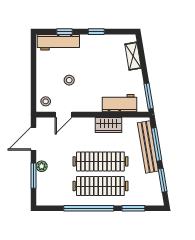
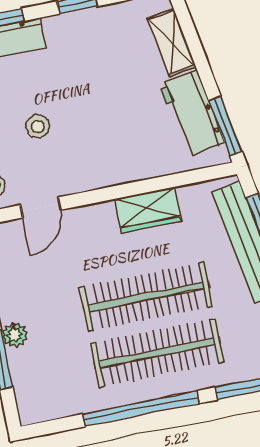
workbench: (119, 103) -> (192, 113), moved, turned -99

